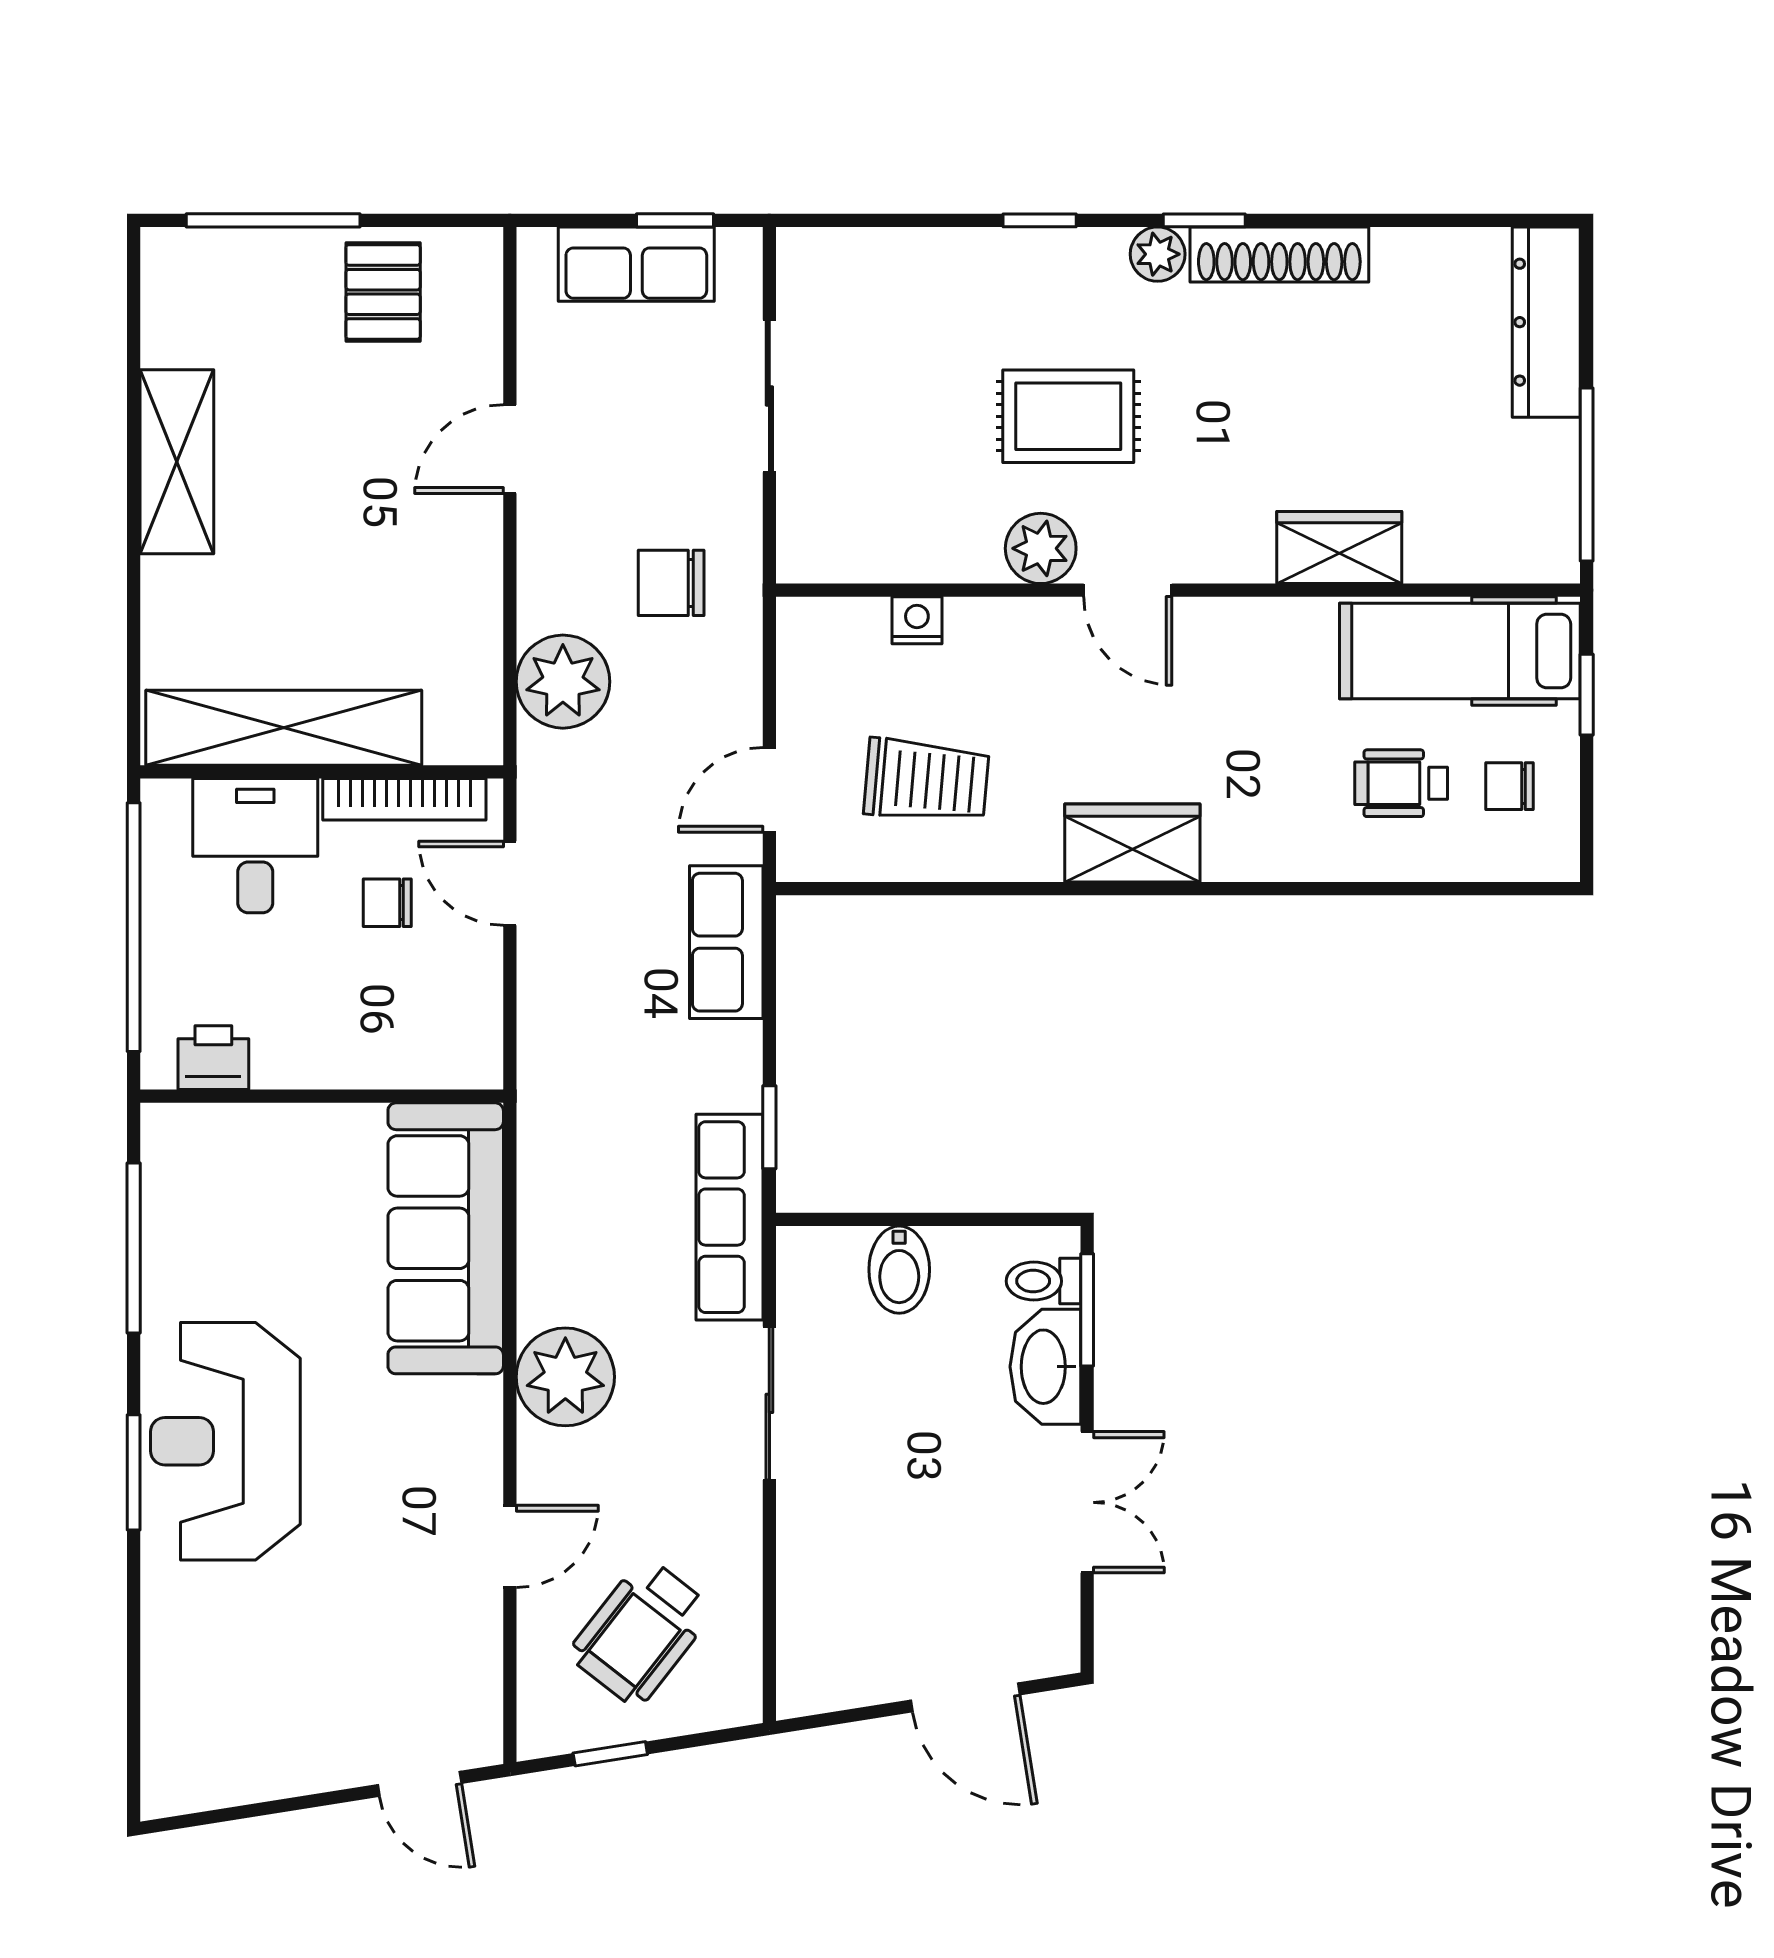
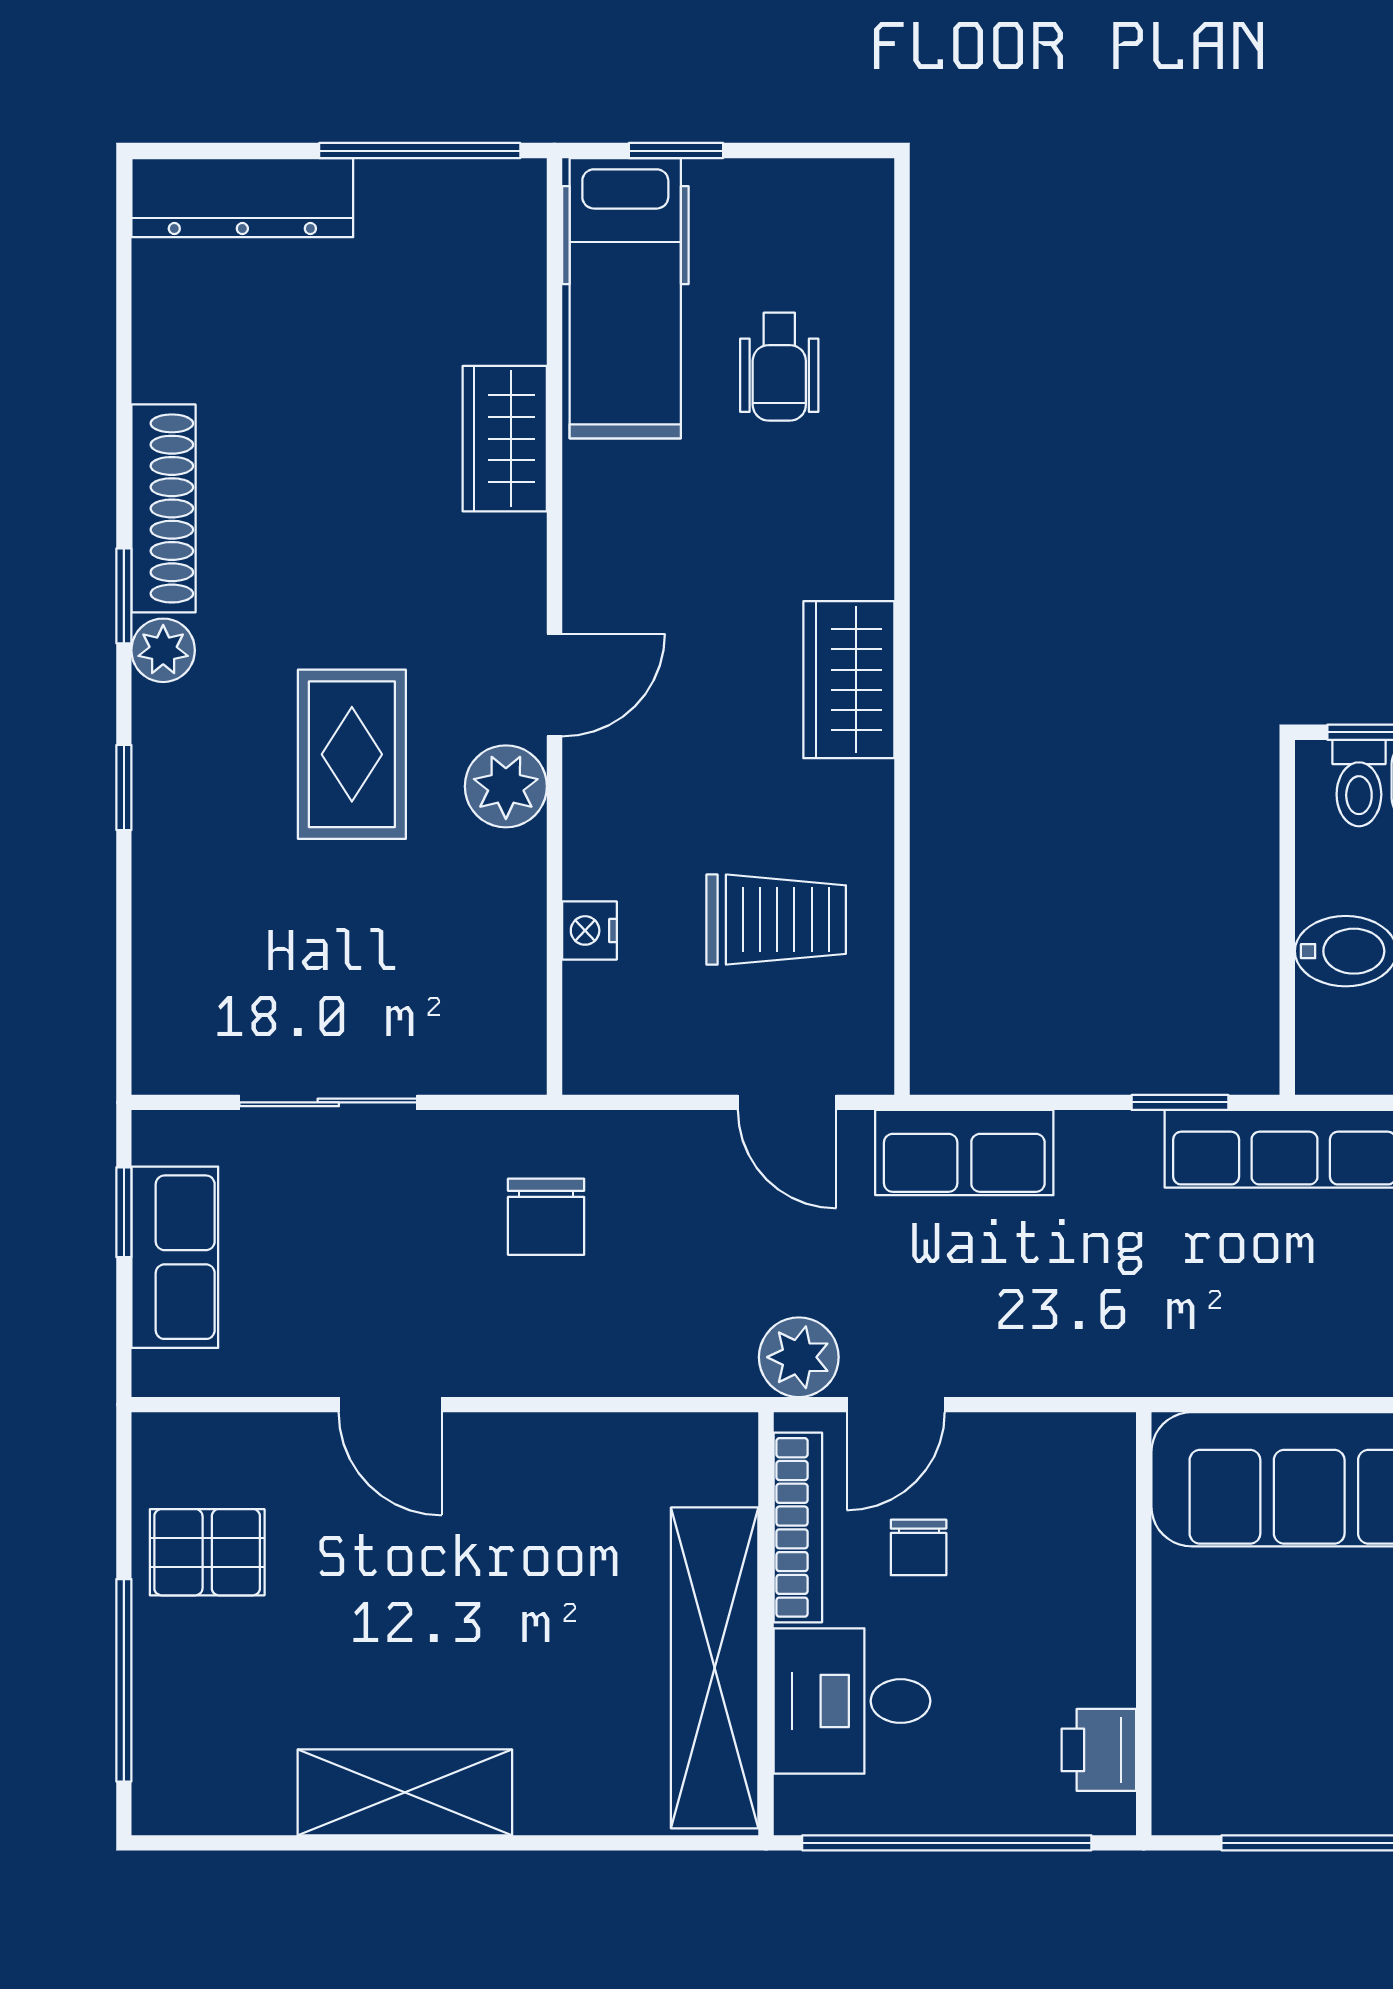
plant: (563, 682) -> (799, 1357), moved, width x0.73, depth x0.73
trolley: (926, 781) -> (776, 920), turned 85
chair: (1509, 786) -> (783, 241), removed

